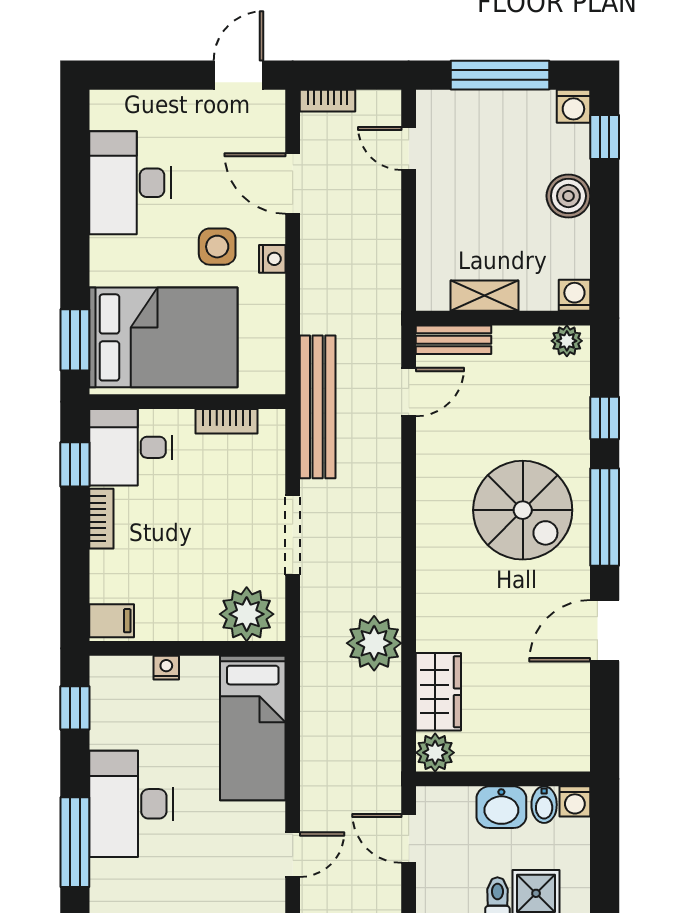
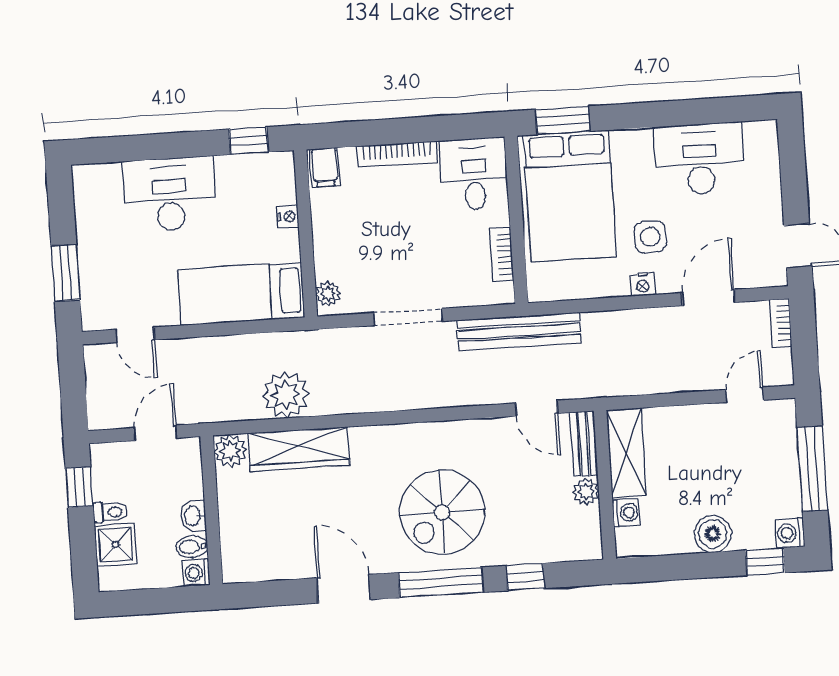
washing machine: (574, 295) -> (626, 513), moved
shelving: (485, 296) -> (627, 453), width x1.50, depth x1.33
plant: (567, 341) -> (586, 492), moved
window: (75, 464) -> (456, 127), removed
bookcase: (101, 519) -> (397, 154), width x1.56
plant: (247, 614) -> (328, 294), width x0.53, depth x0.53
plant: (374, 643) -> (286, 395), moved
wardrobe: (438, 692) -> (299, 449), width x1.50
washbasin: (501, 807) -> (193, 516), width x0.72, depth x0.69
window: (75, 842) -> (134, 148), removed

